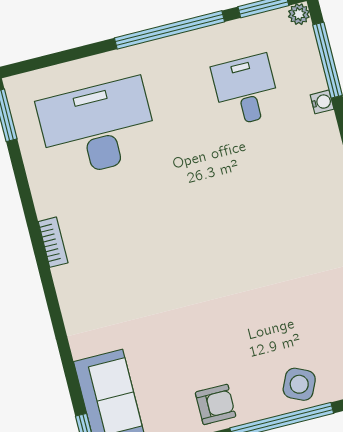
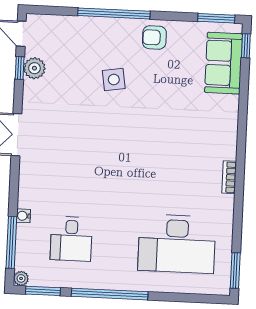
side table: (299, 384) -> (114, 79), moved, turned -34

